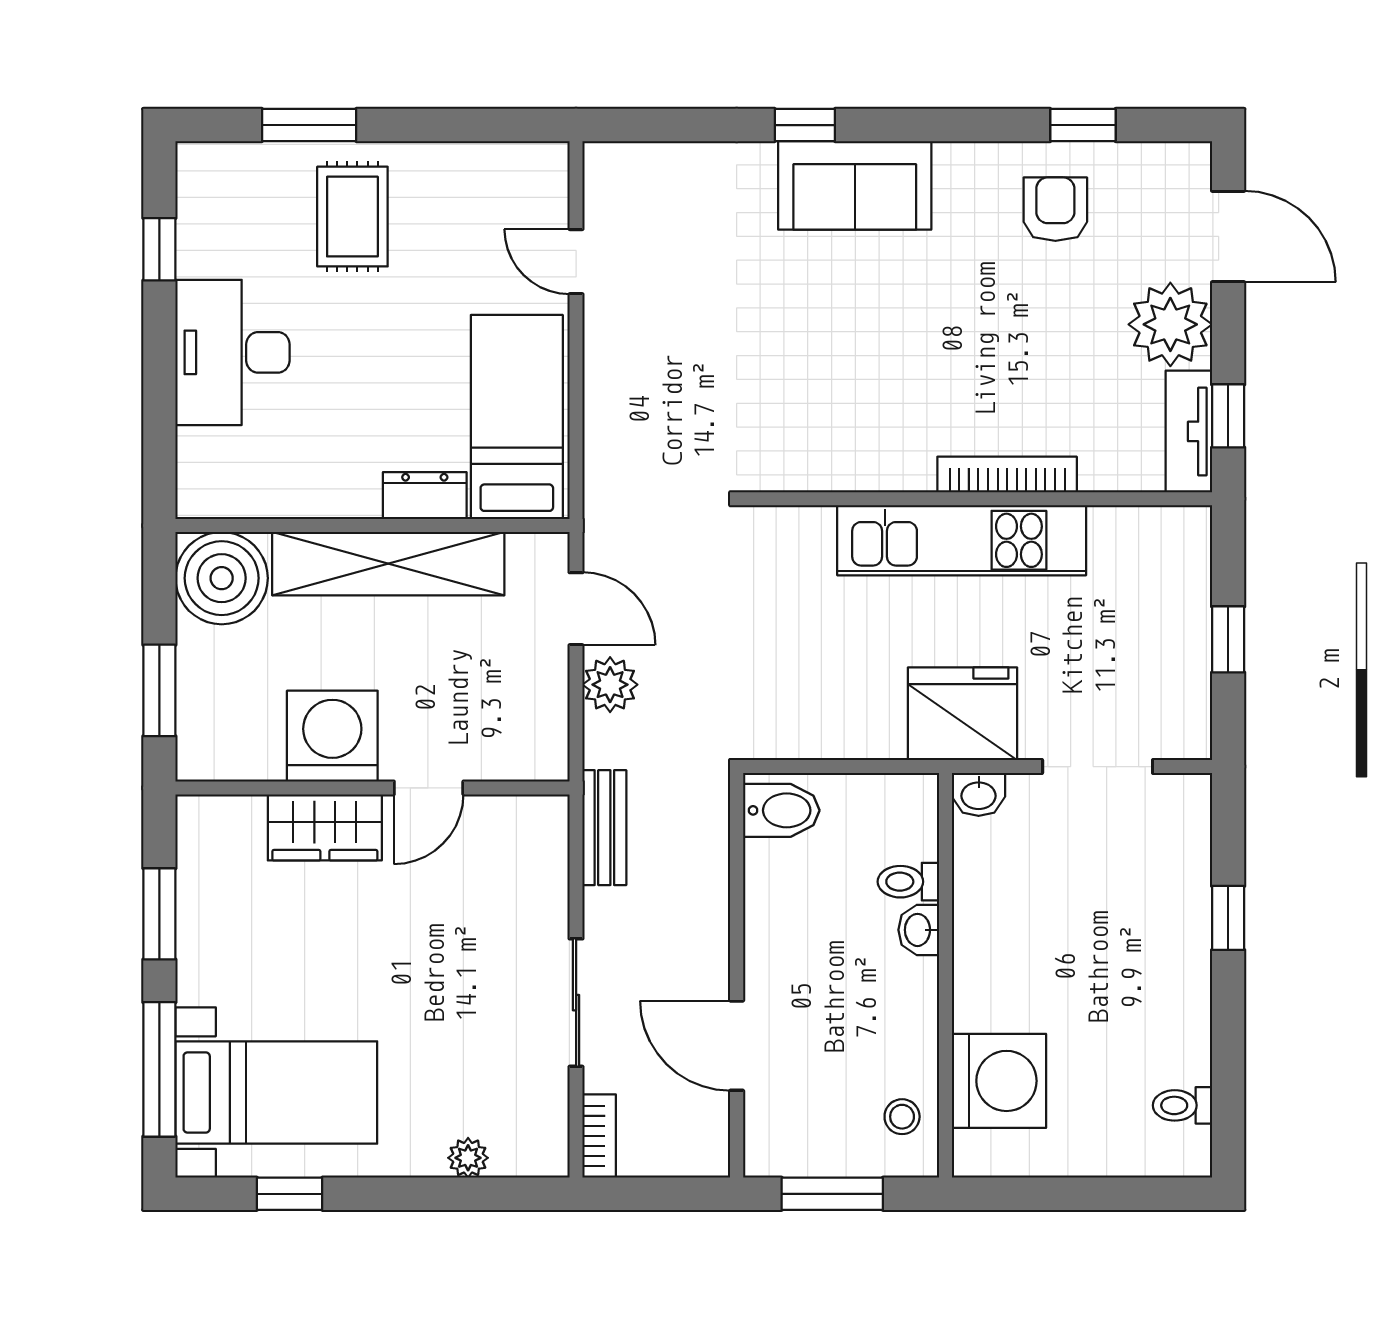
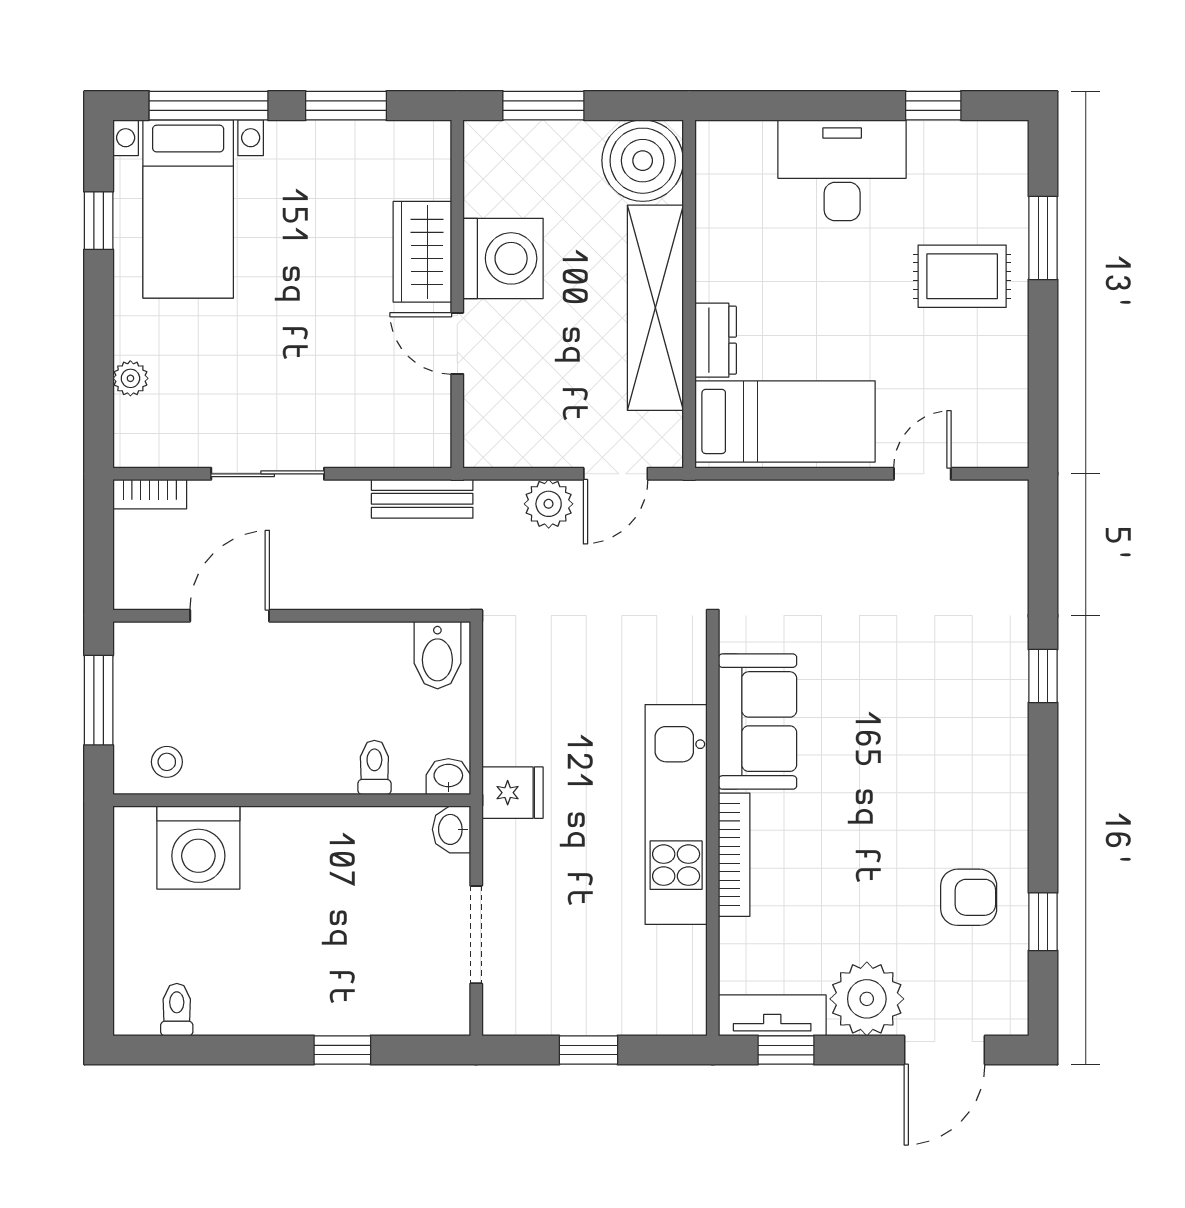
sofa: (855, 185) -> (758, 722), moved, turned 180
fridge: (963, 714) -> (512, 793), width x0.53, depth x0.75
washbasin: (919, 930) -> (448, 777), moved

